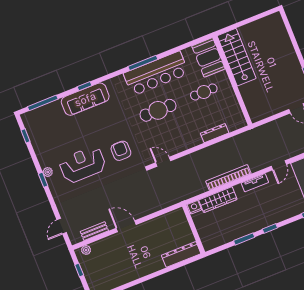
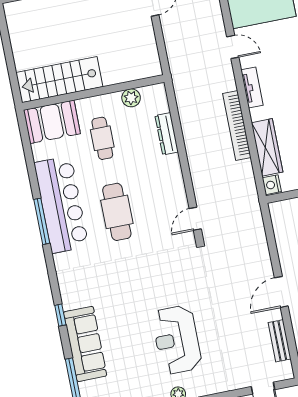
sofa: (85, 99) -> (85, 344), moved
plant: (234, 106) -> (131, 98), added
armchair: (121, 151) -> (167, 279), removed

